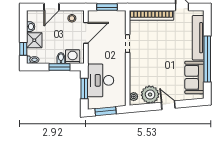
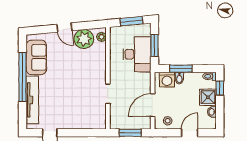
bookcase: (151, 15) -> (82, 124), removed

